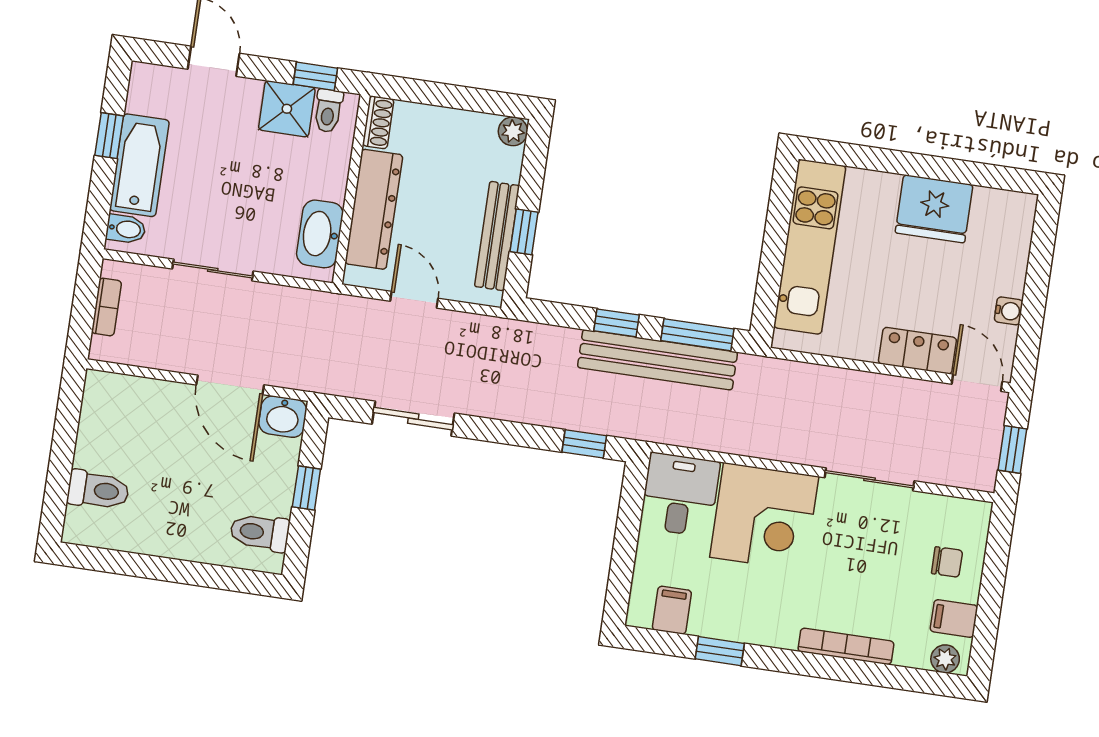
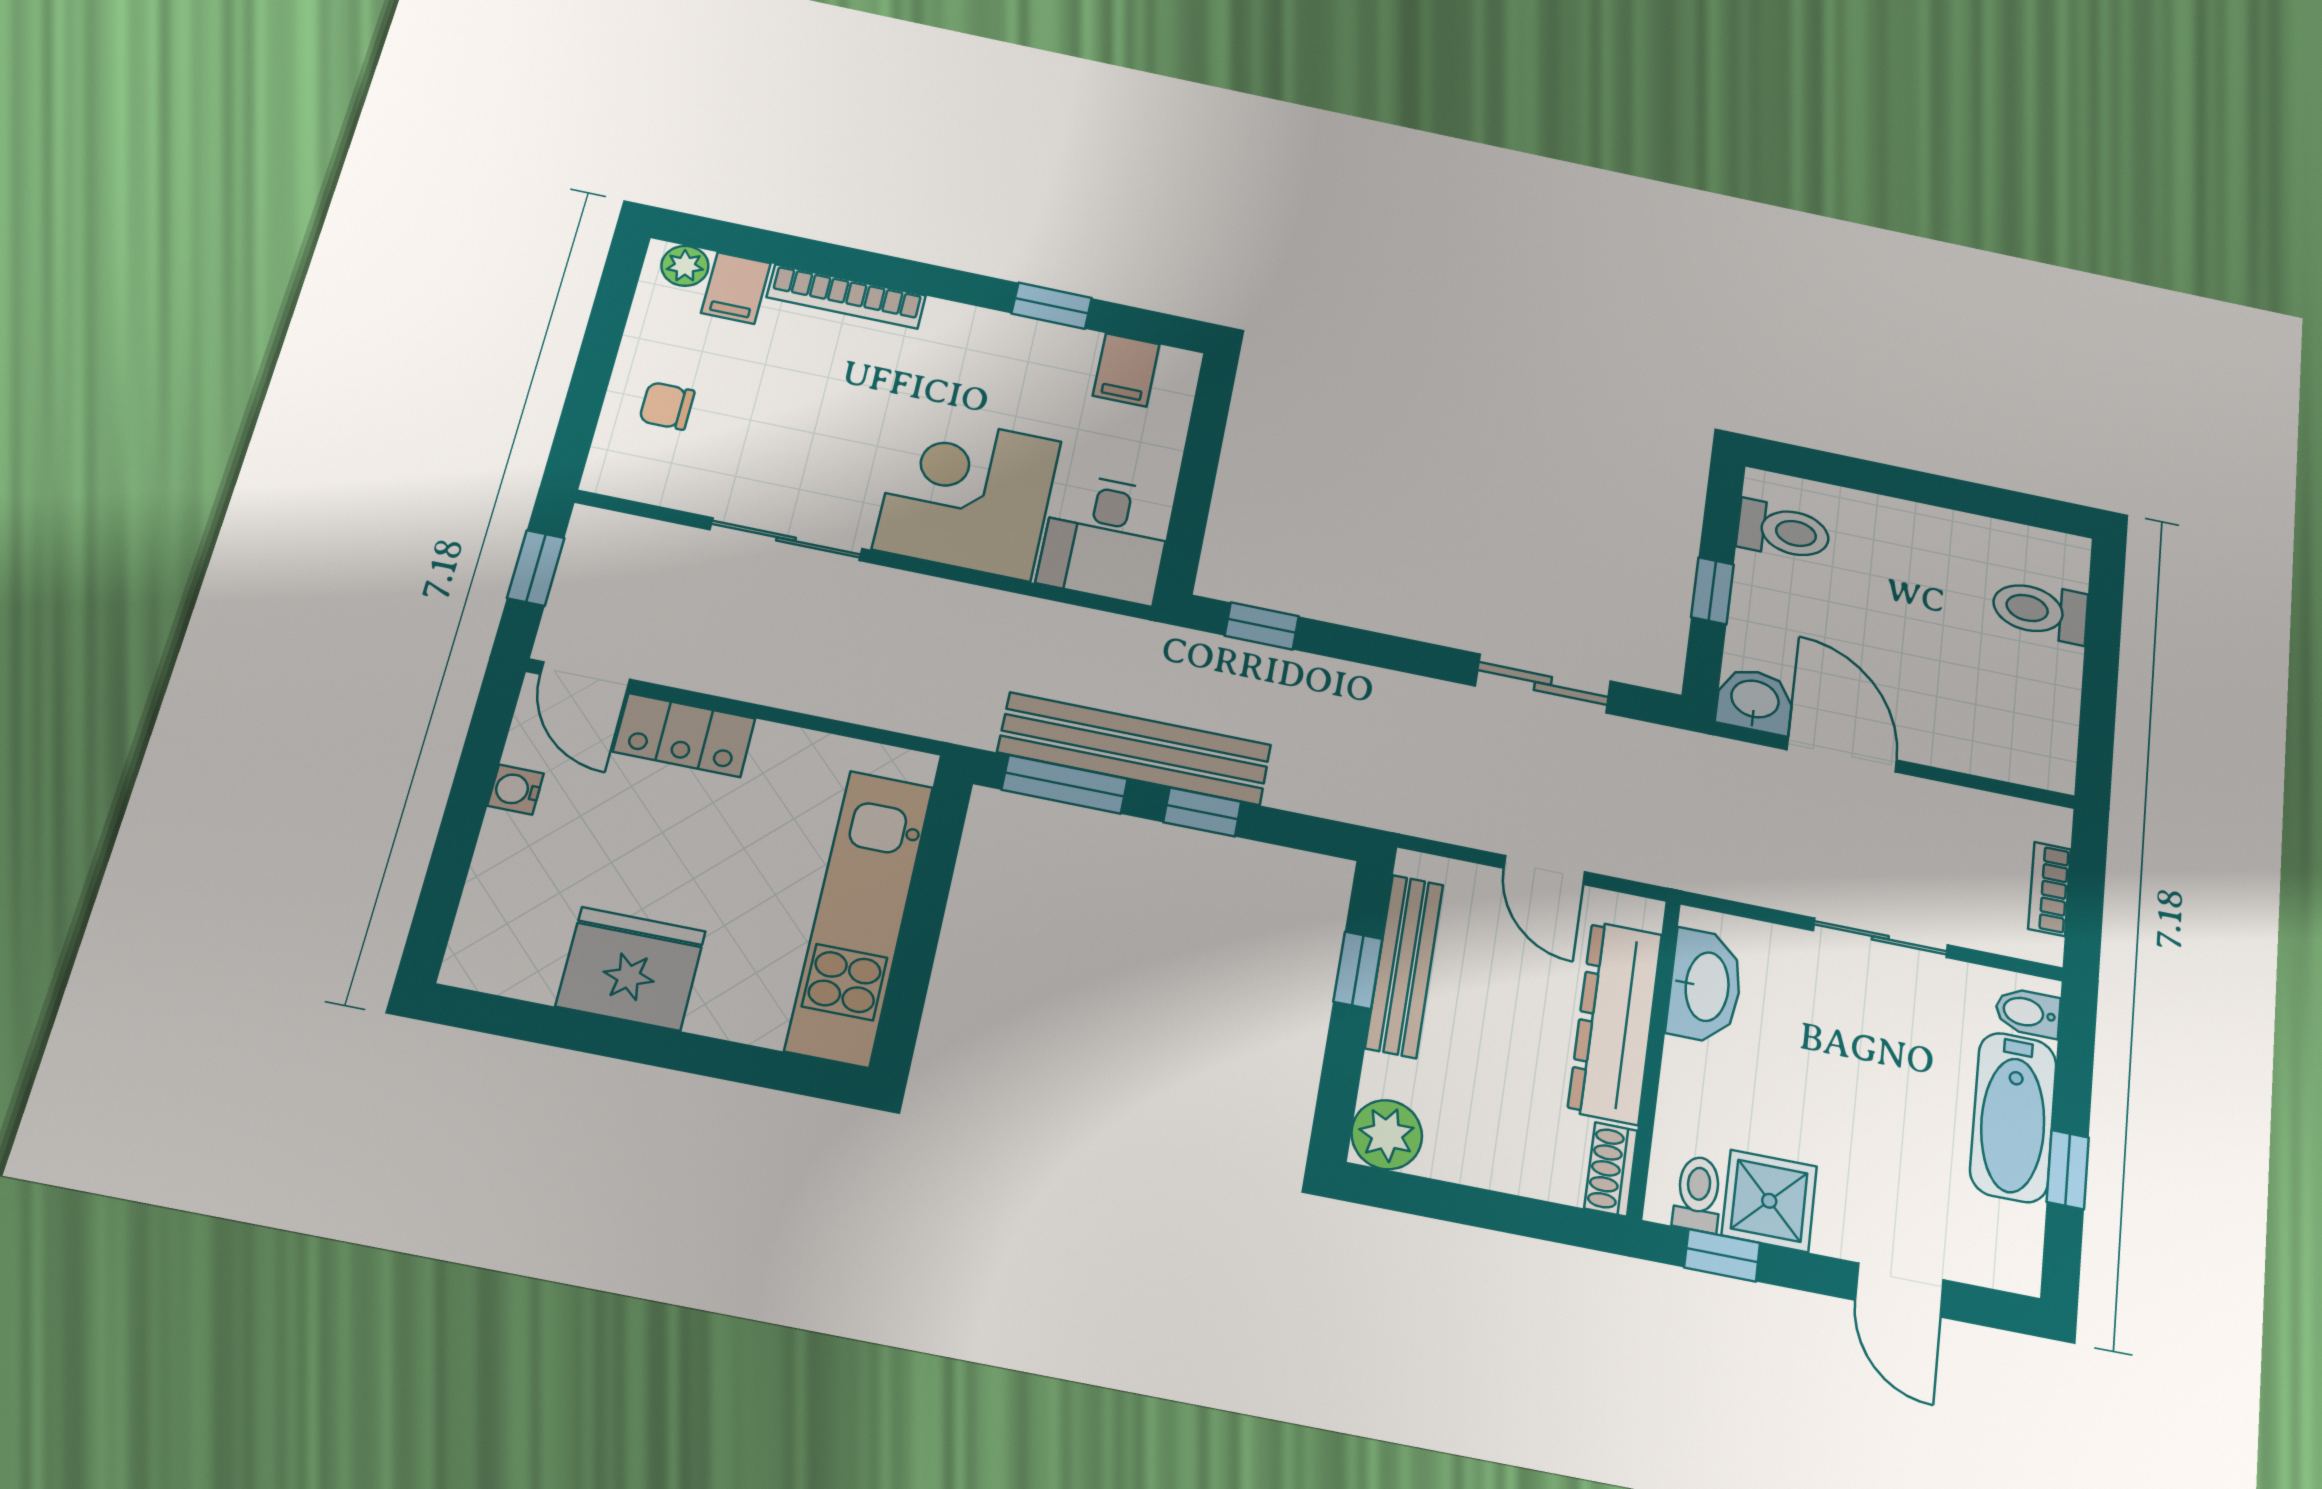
plant: (513, 131) -> (1387, 1135), width x1.38, depth x1.38
filing cabinet: (954, 618) -> (736, 288), moved, turned 90

